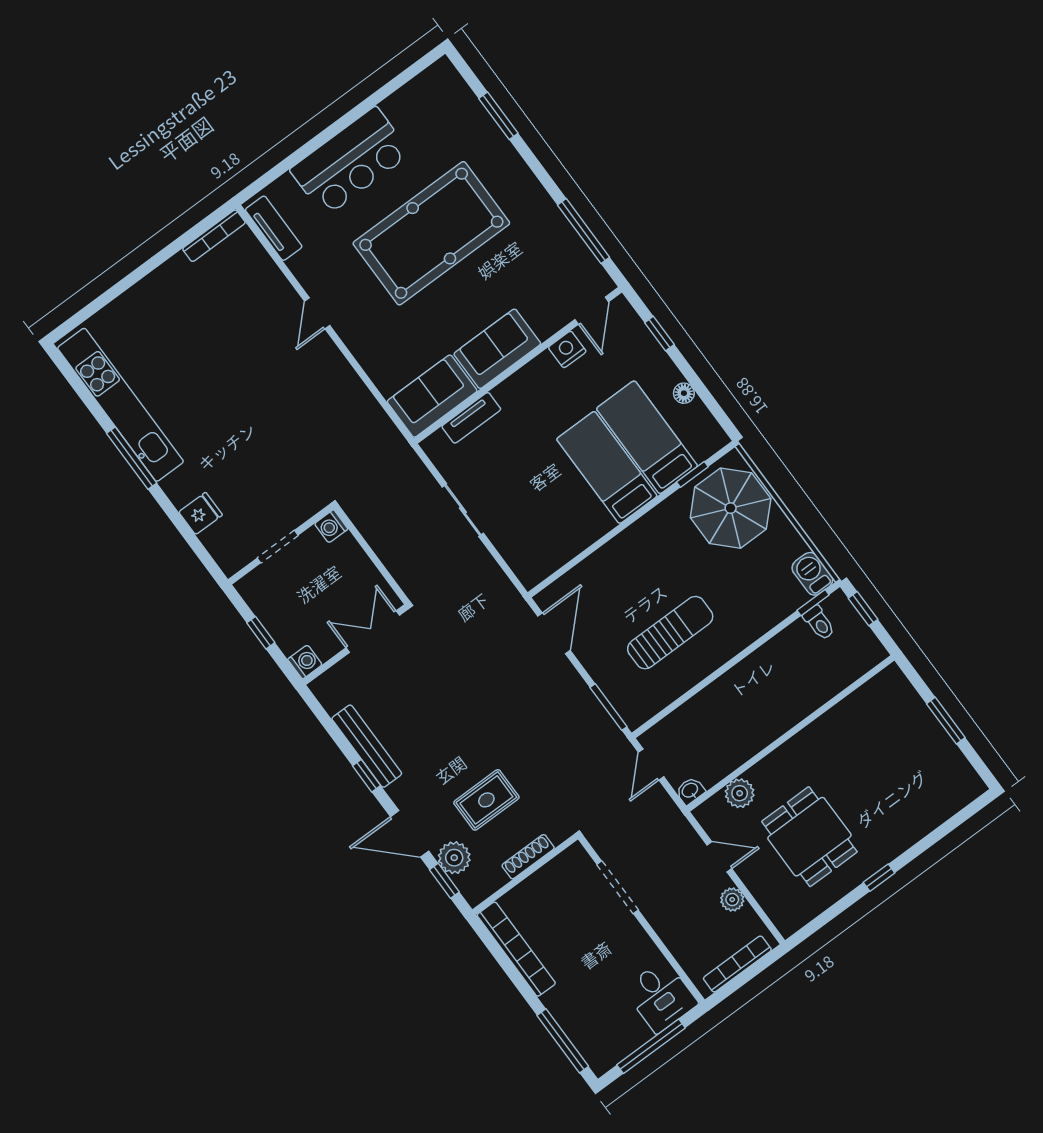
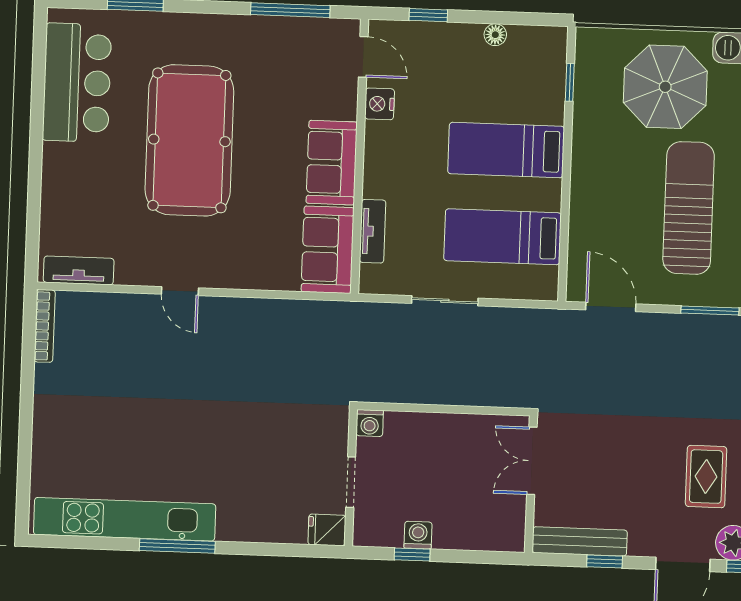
bar counter: (350, 162) -> (77, 83), moved
bed: (647, 437) -> (503, 237), moved
parasol: (731, 508) -> (665, 87), moved
fridge: (201, 513) -> (327, 530), moved, turned -90
double door: (373, 632) -> (532, 461), moved
sun lounger: (670, 633) -> (689, 208), width x1.36, depth x1.34
wall: (355, 645) -> (531, 484), moved
washing machine: (305, 662) -> (418, 535), moved

